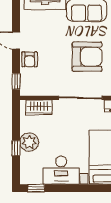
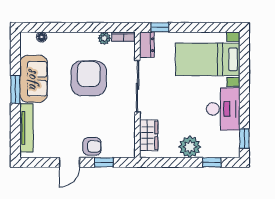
window: (16, 81) -> (104, 162), moved
window: (16, 148) -> (212, 162), moved

